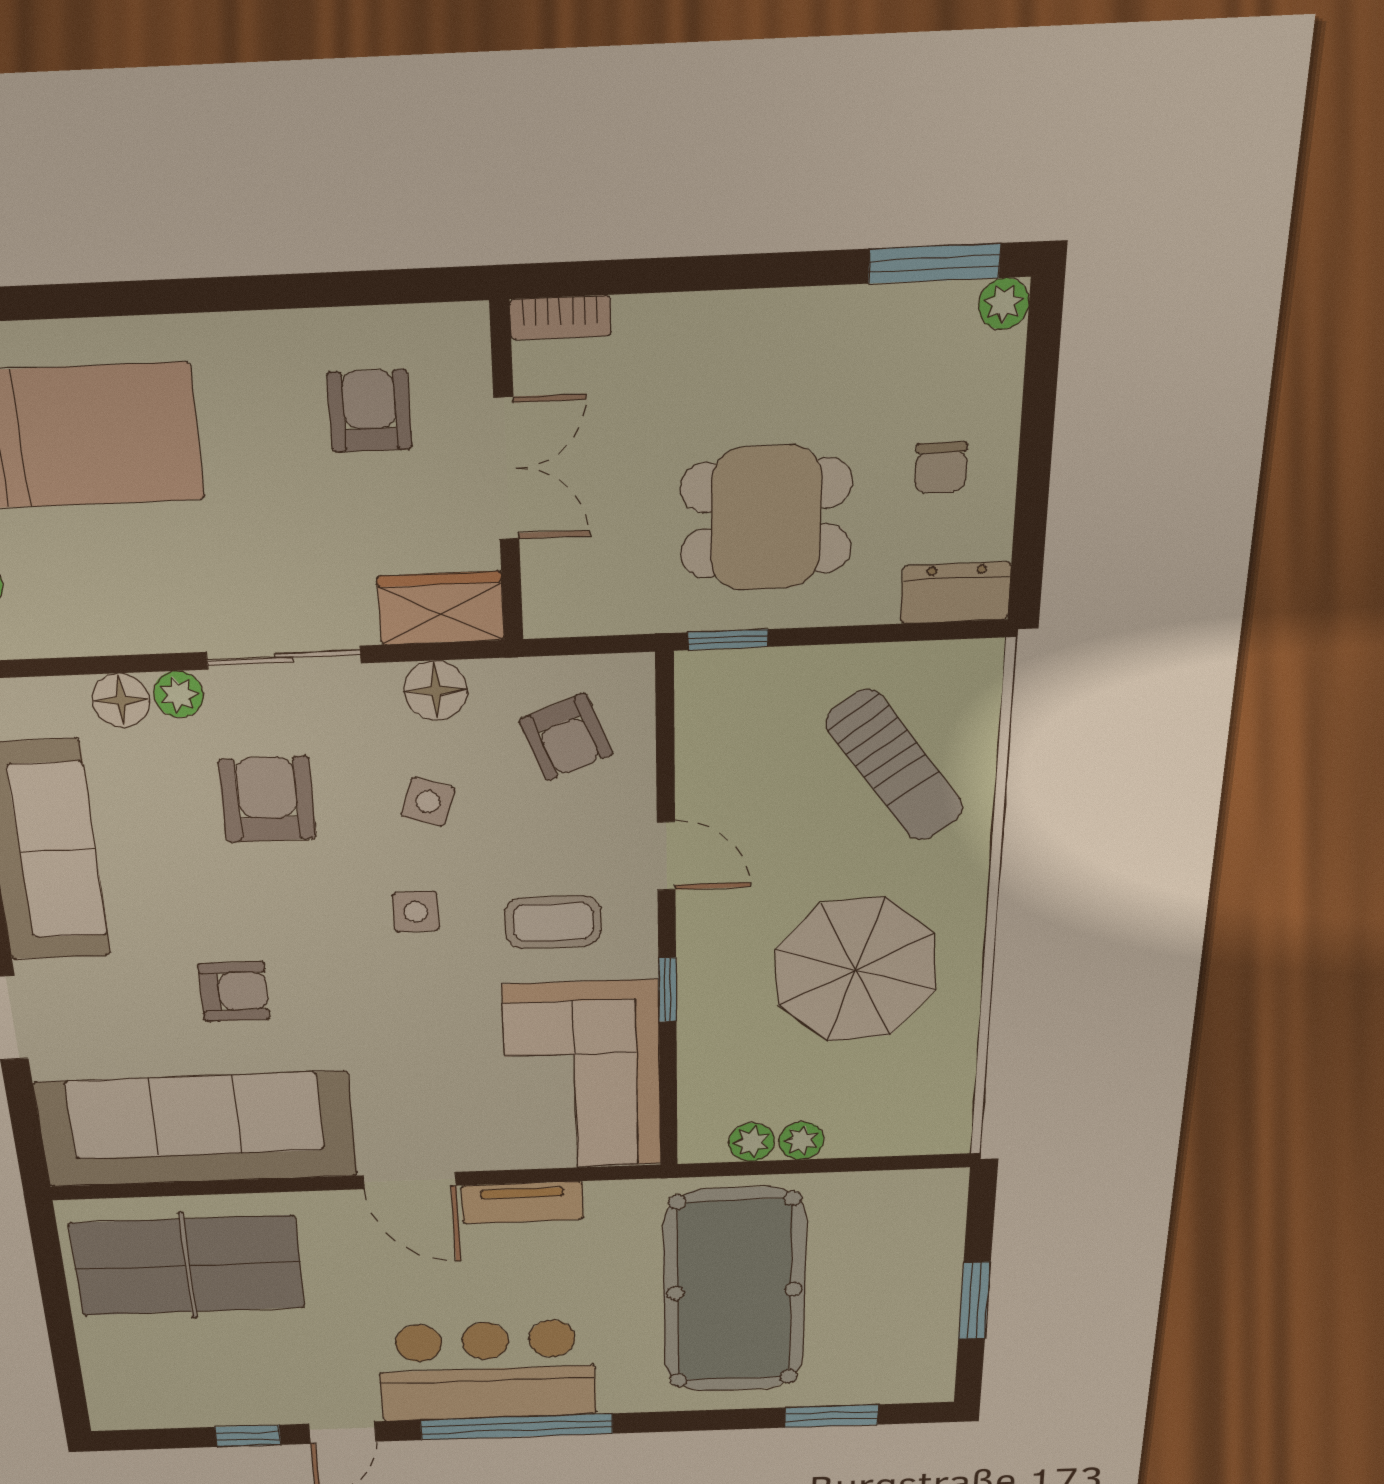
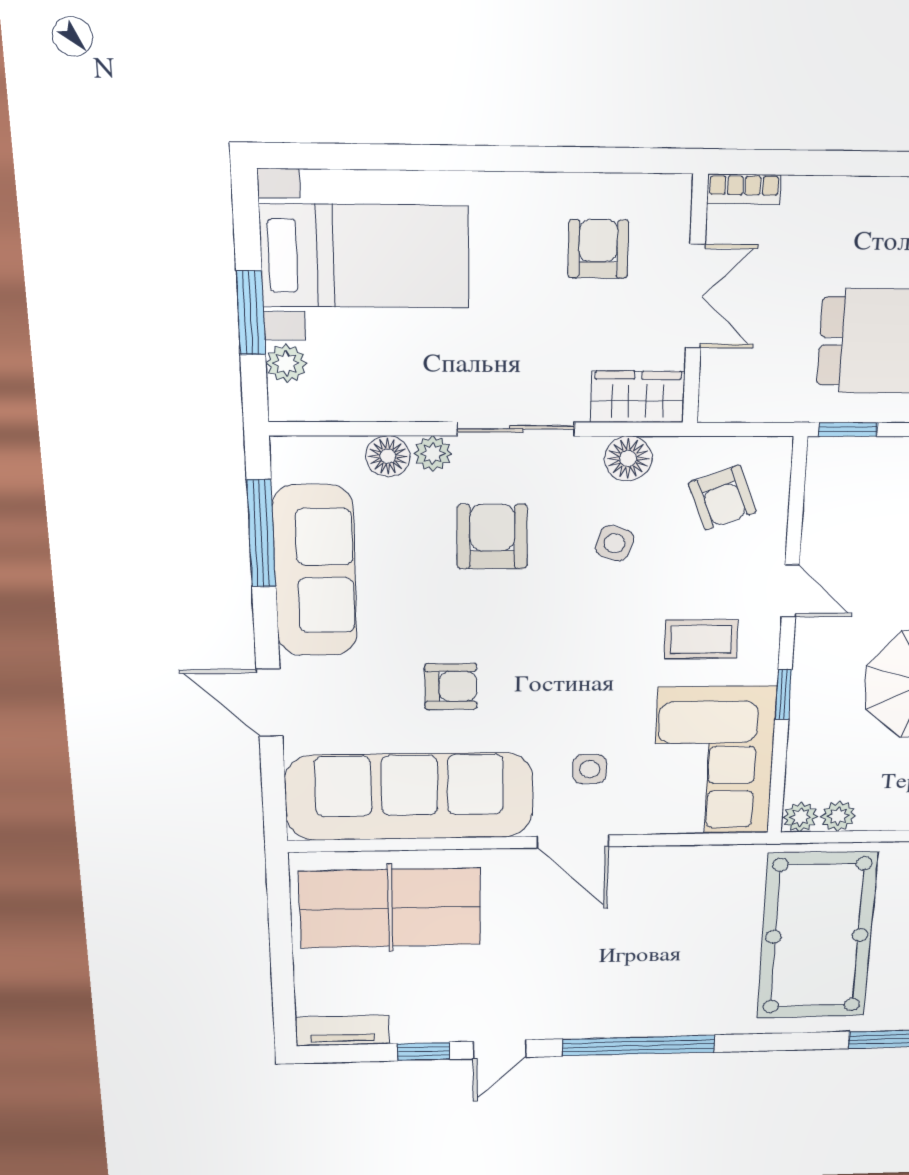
side table: (416, 912) -> (590, 769), moved
plant: (801, 1141) -> (800, 817), moved
tv unit: (522, 1203) -> (342, 1031), moved, turned 180
bar counter: (487, 1371) -> (619, 999), removed

